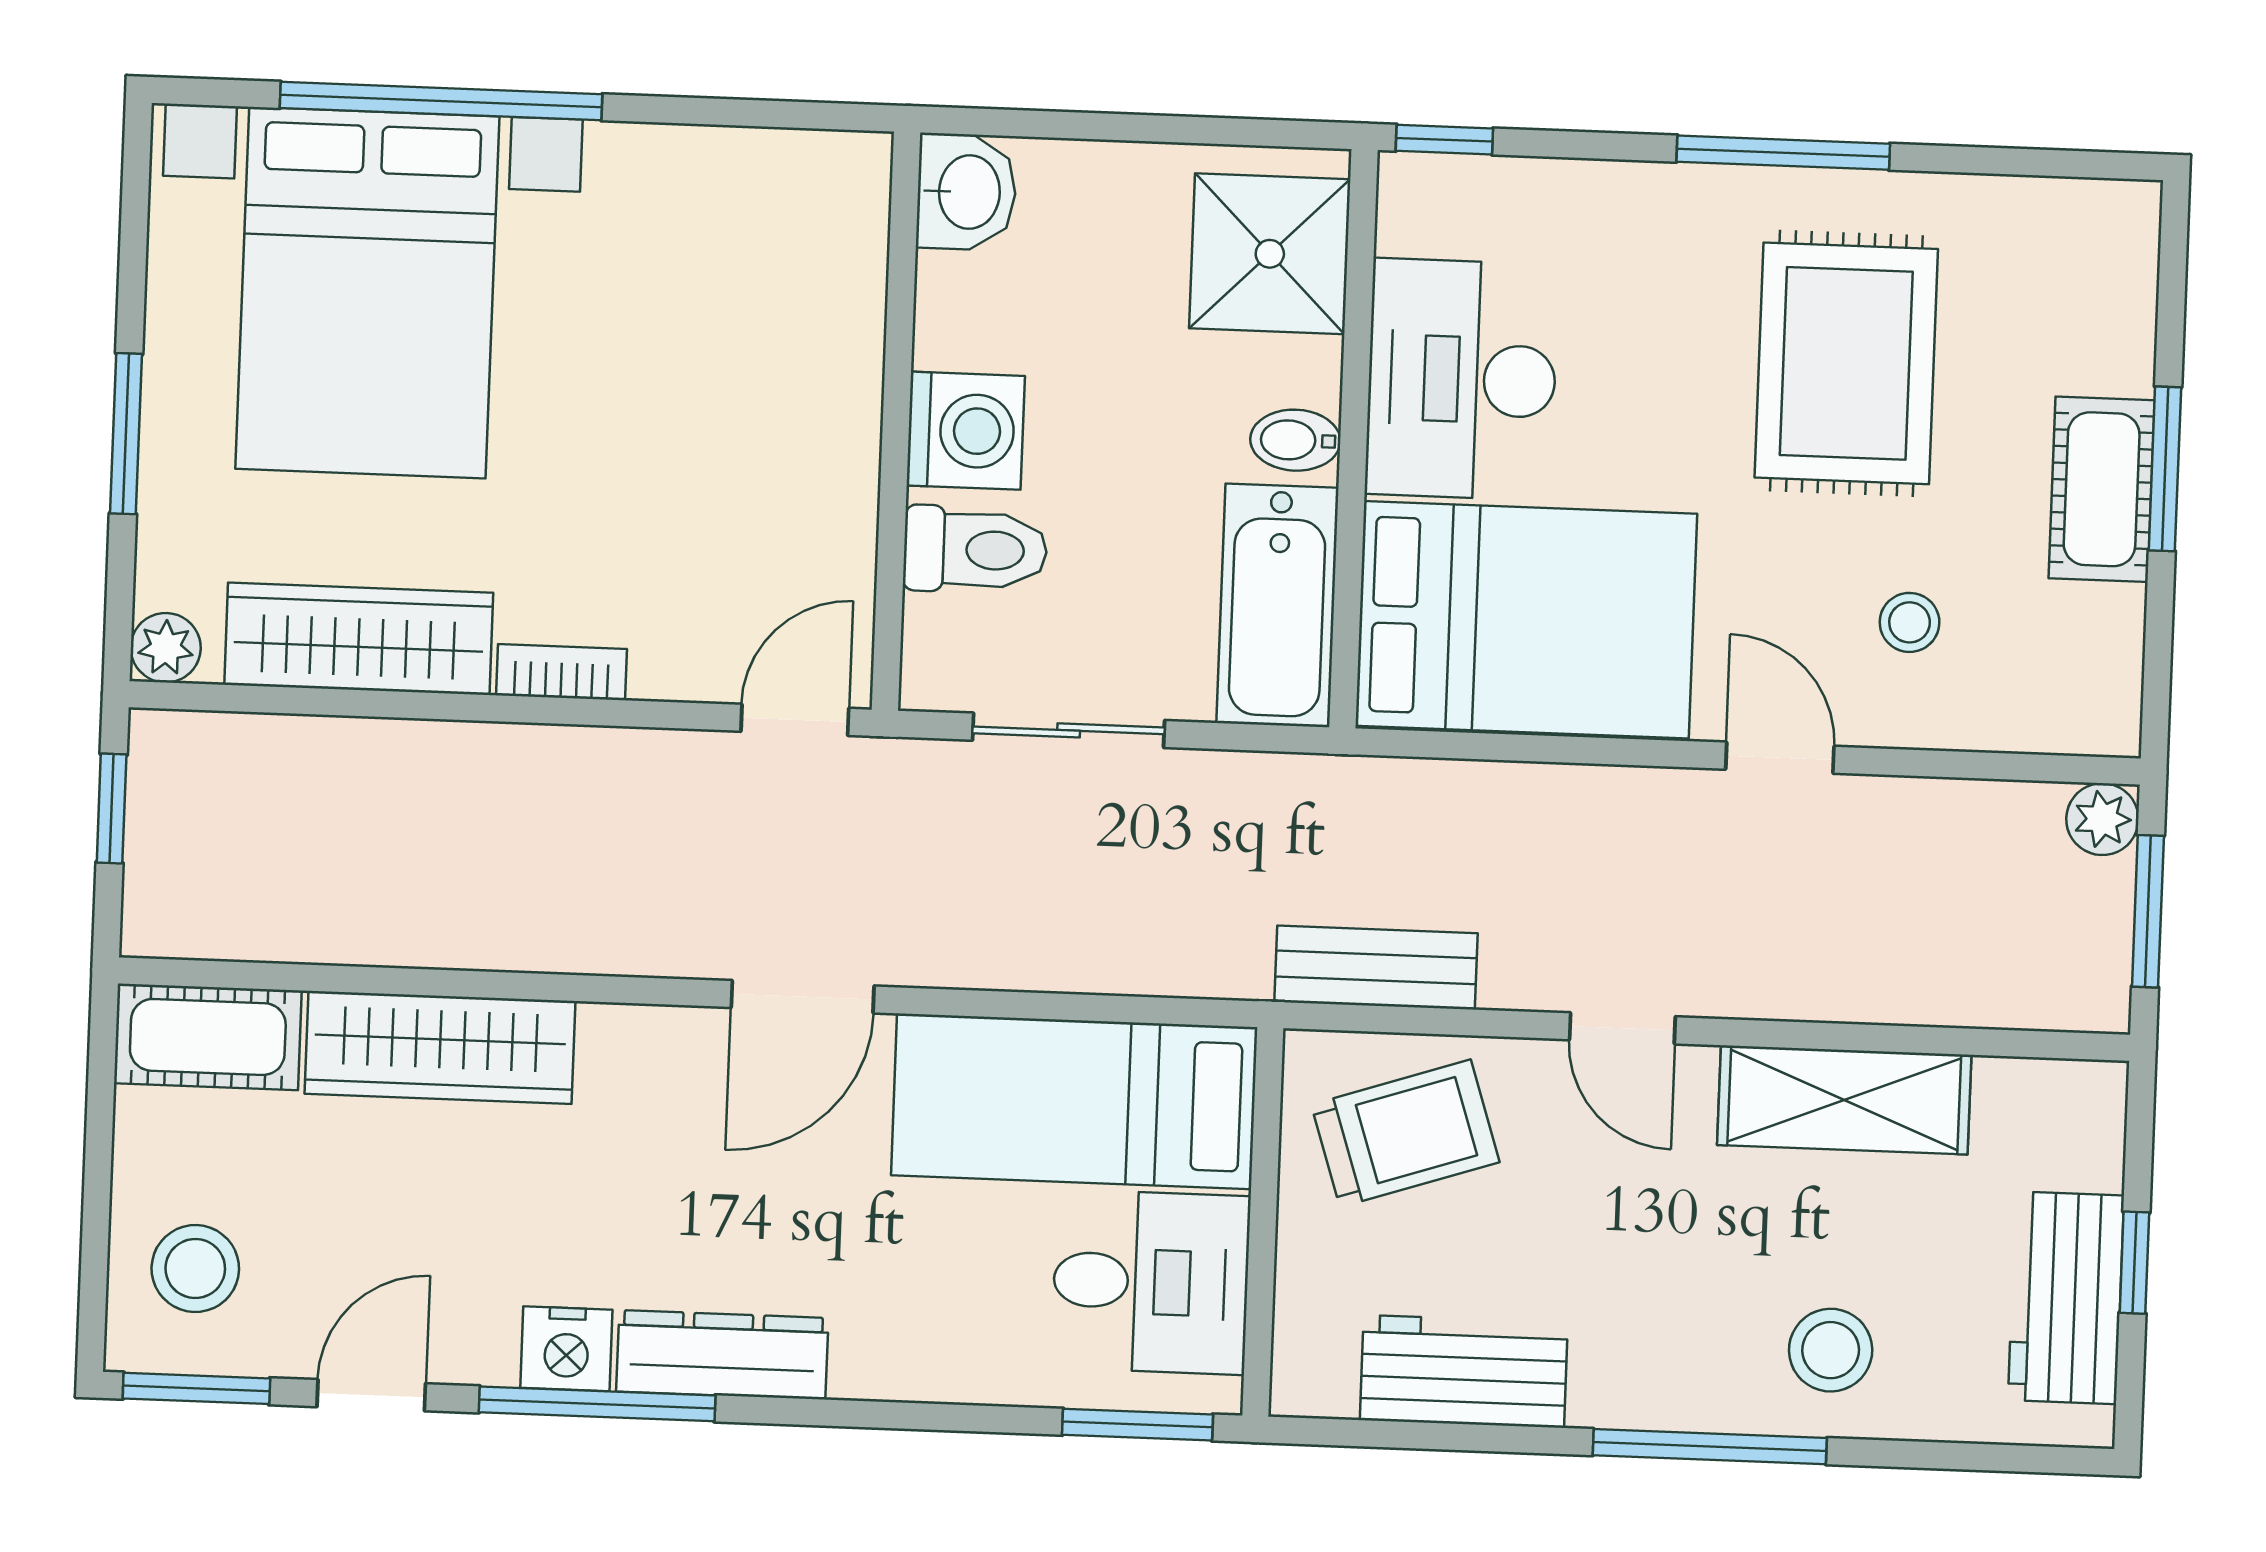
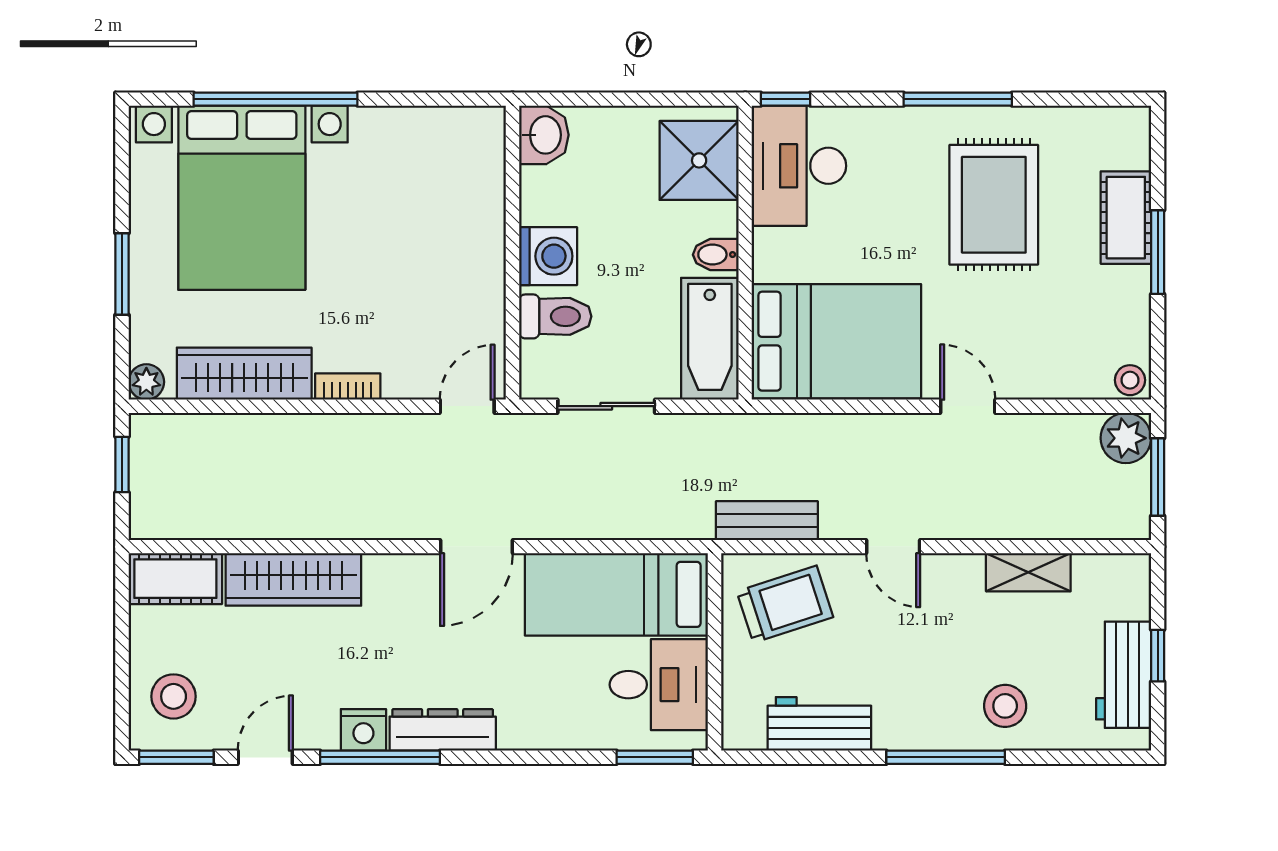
desk: (1462, 379) -> (799, 166), moved
cot: (2102, 489) -> (1126, 218), moved
stool: (1910, 622) -> (1130, 380), moved
plant: (2102, 819) -> (1126, 438), width x1.38, depth x1.38
shelving: (1844, 1100) -> (1028, 572), width x0.67, depth x0.75

